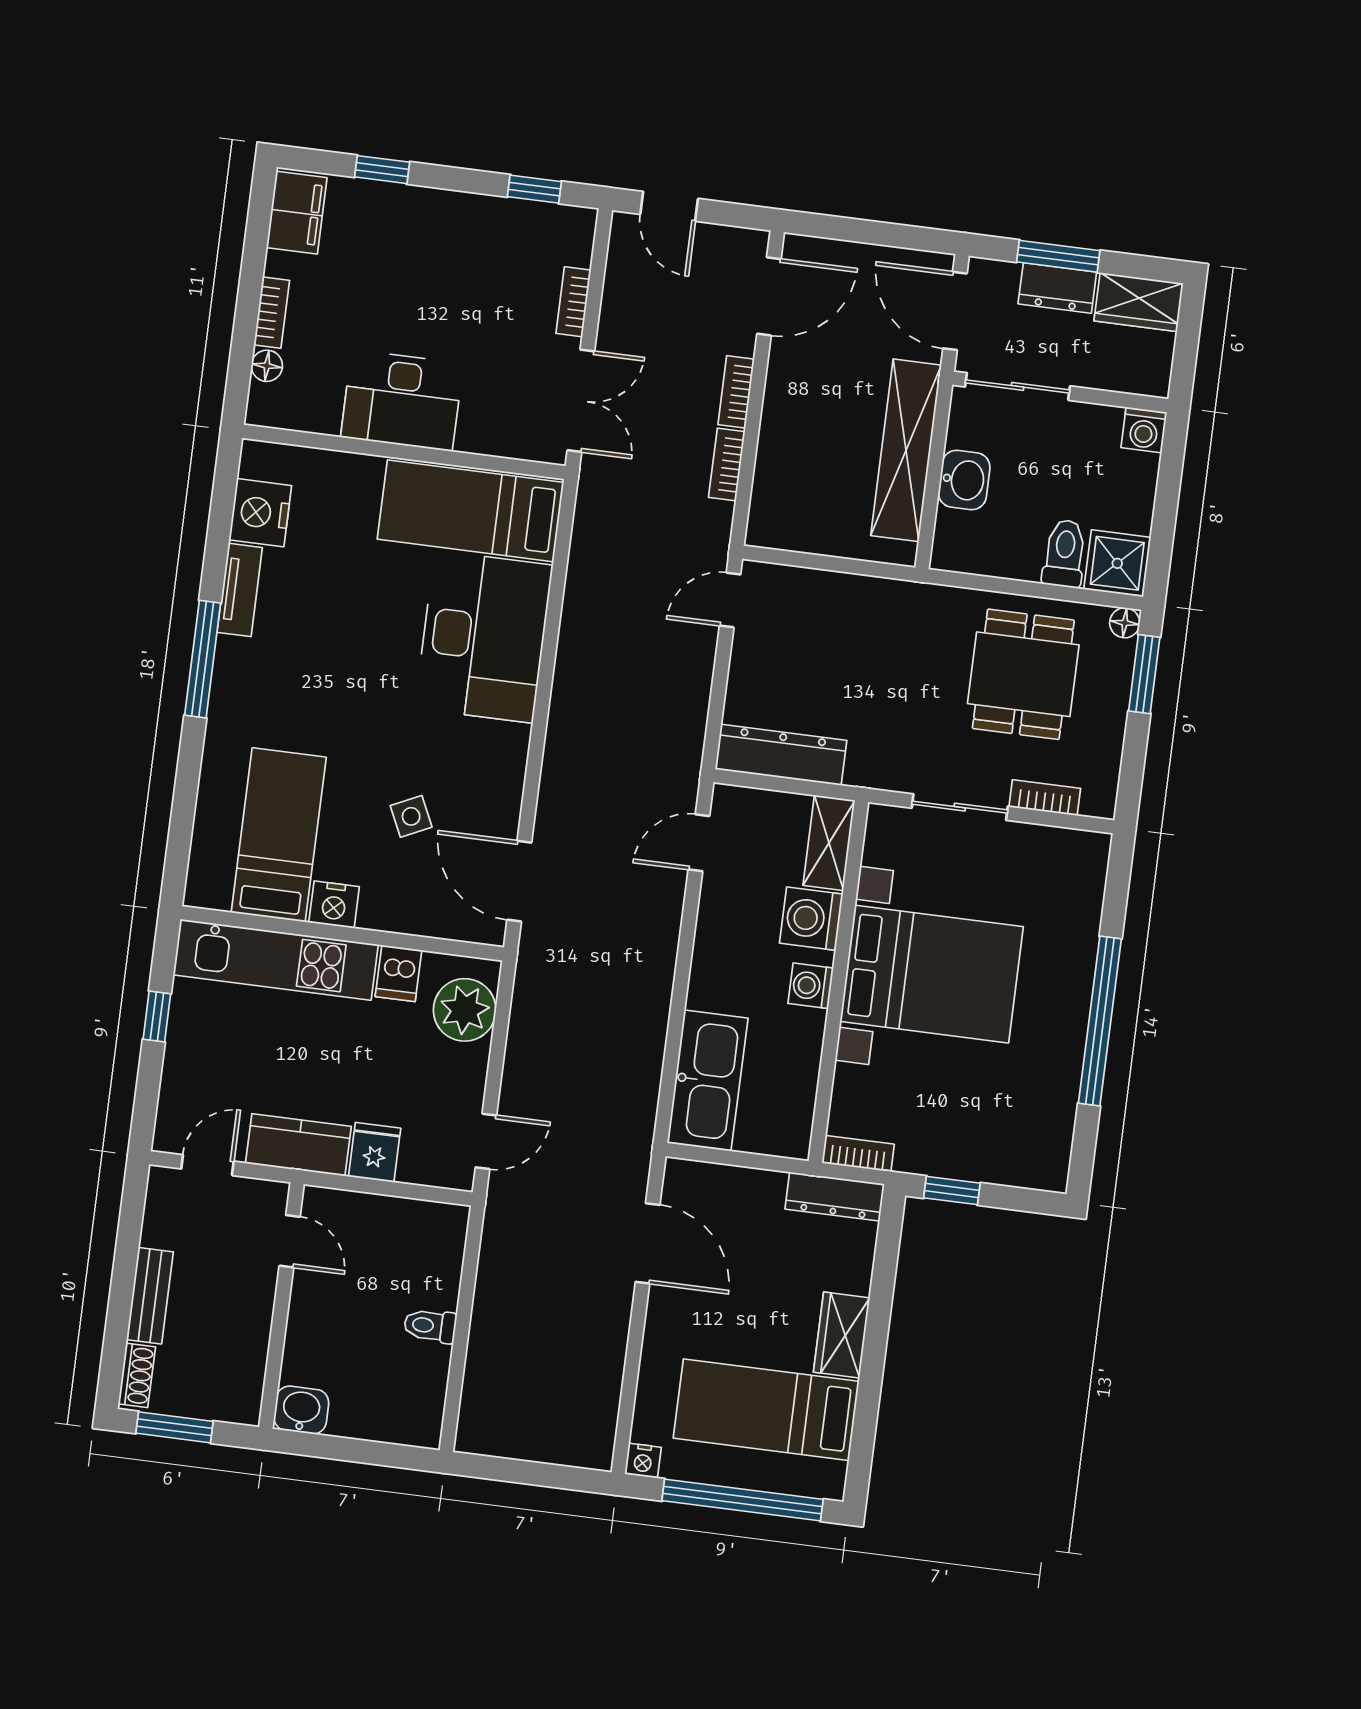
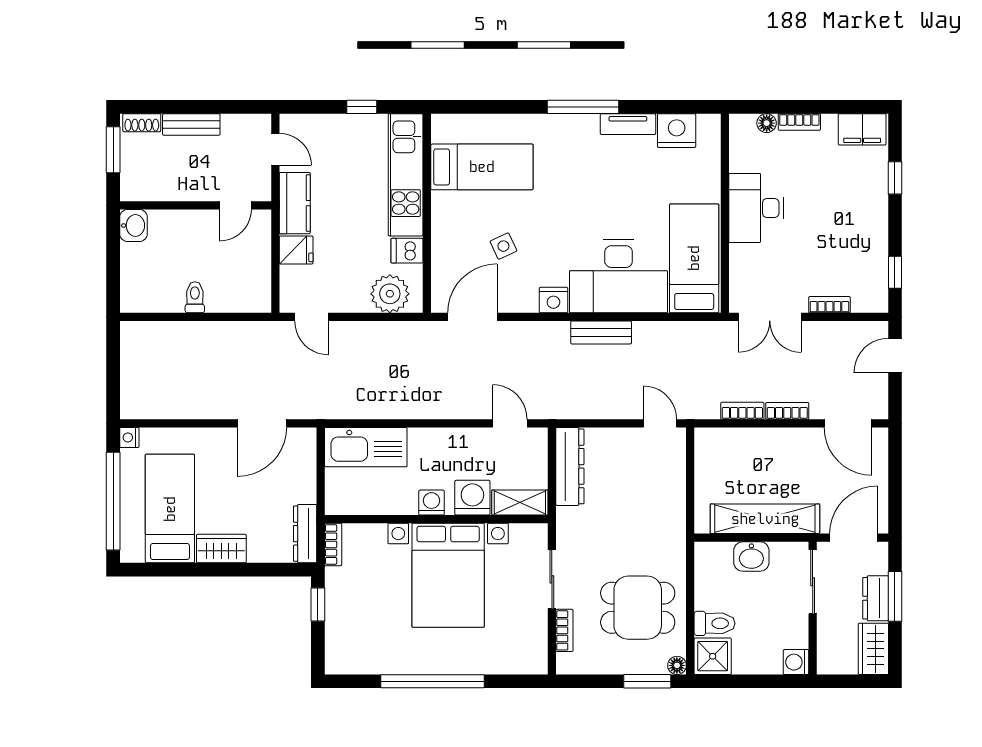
bench: (571, 677) -> (601, 333), added
nightstand: (334, 905) -> (553, 300), moved, turned -90

